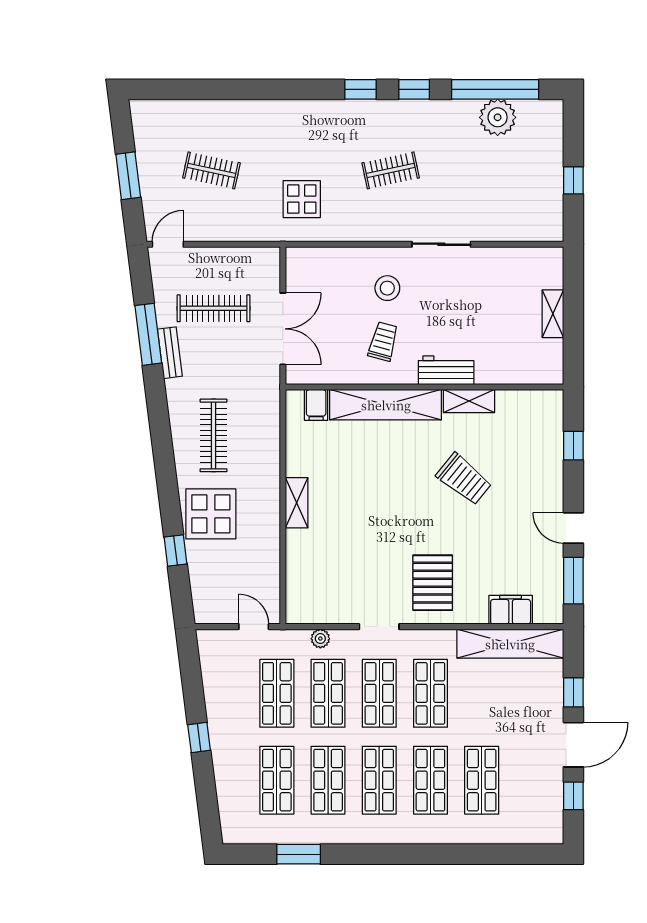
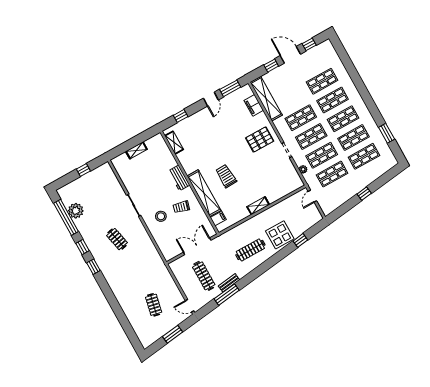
display table: (302, 199) -> (146, 266), removed
shelving: (469, 401) -> (174, 143), moved
trolley: (464, 479) -> (226, 176), moved, turned -41

